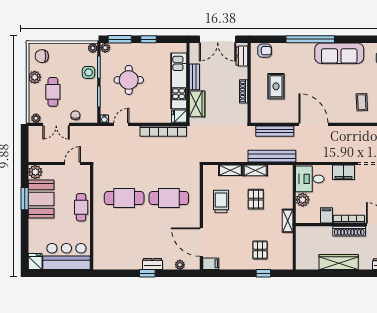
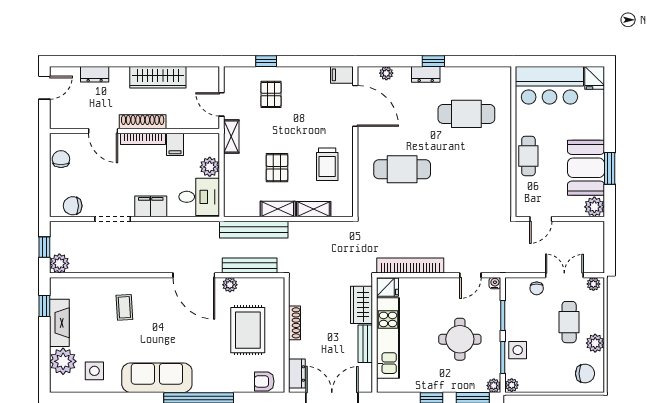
rug: (276, 86) -> (248, 330), width x1.36, depth x1.43
plant: (289, 118) -> (230, 285), added
cafe table: (124, 198) -> (466, 114), moved
door: (294, 243) -> (222, 104), added

